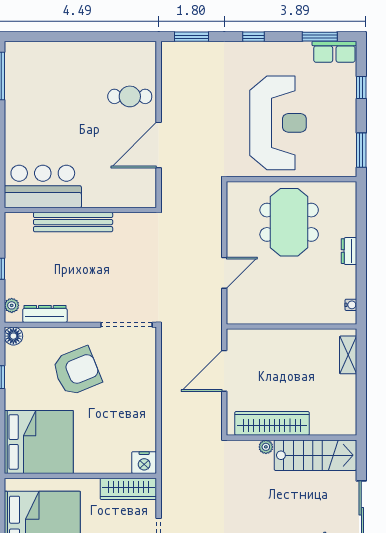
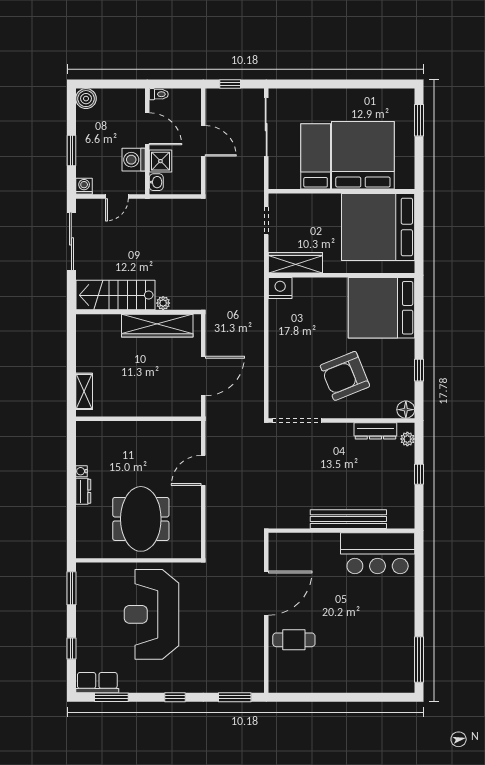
water cooler: (351, 305) -> (81, 471), moved

